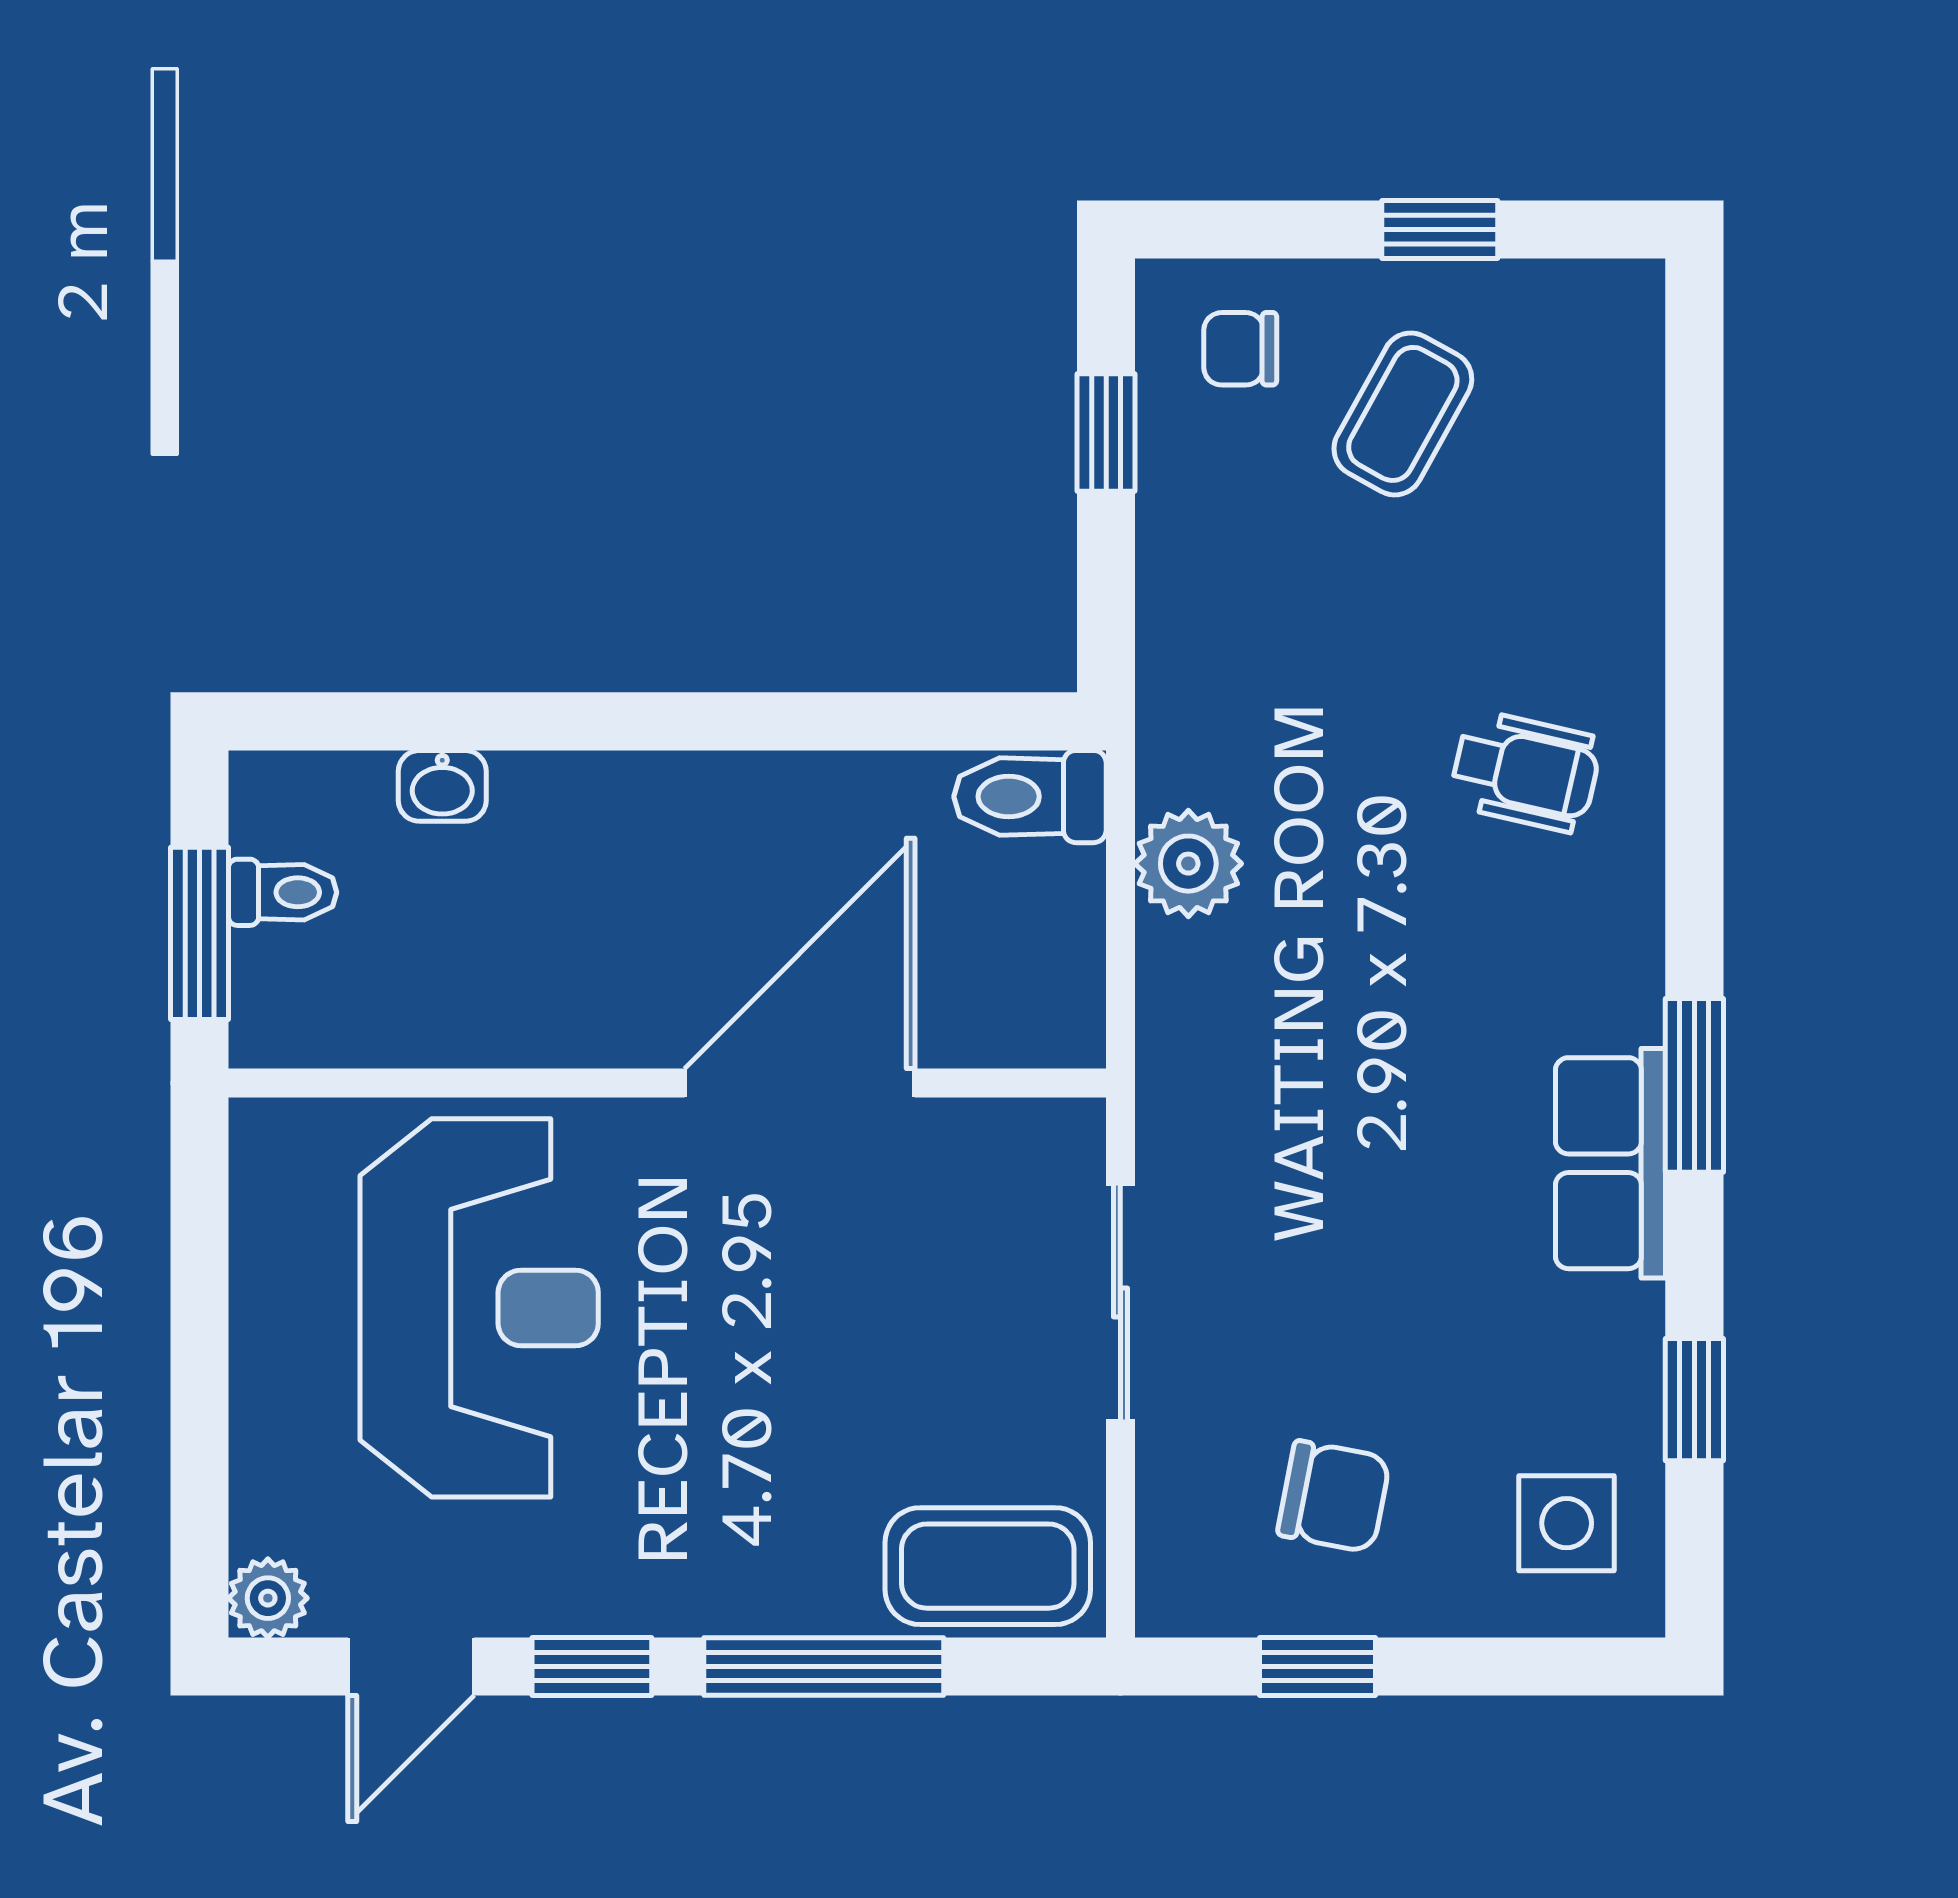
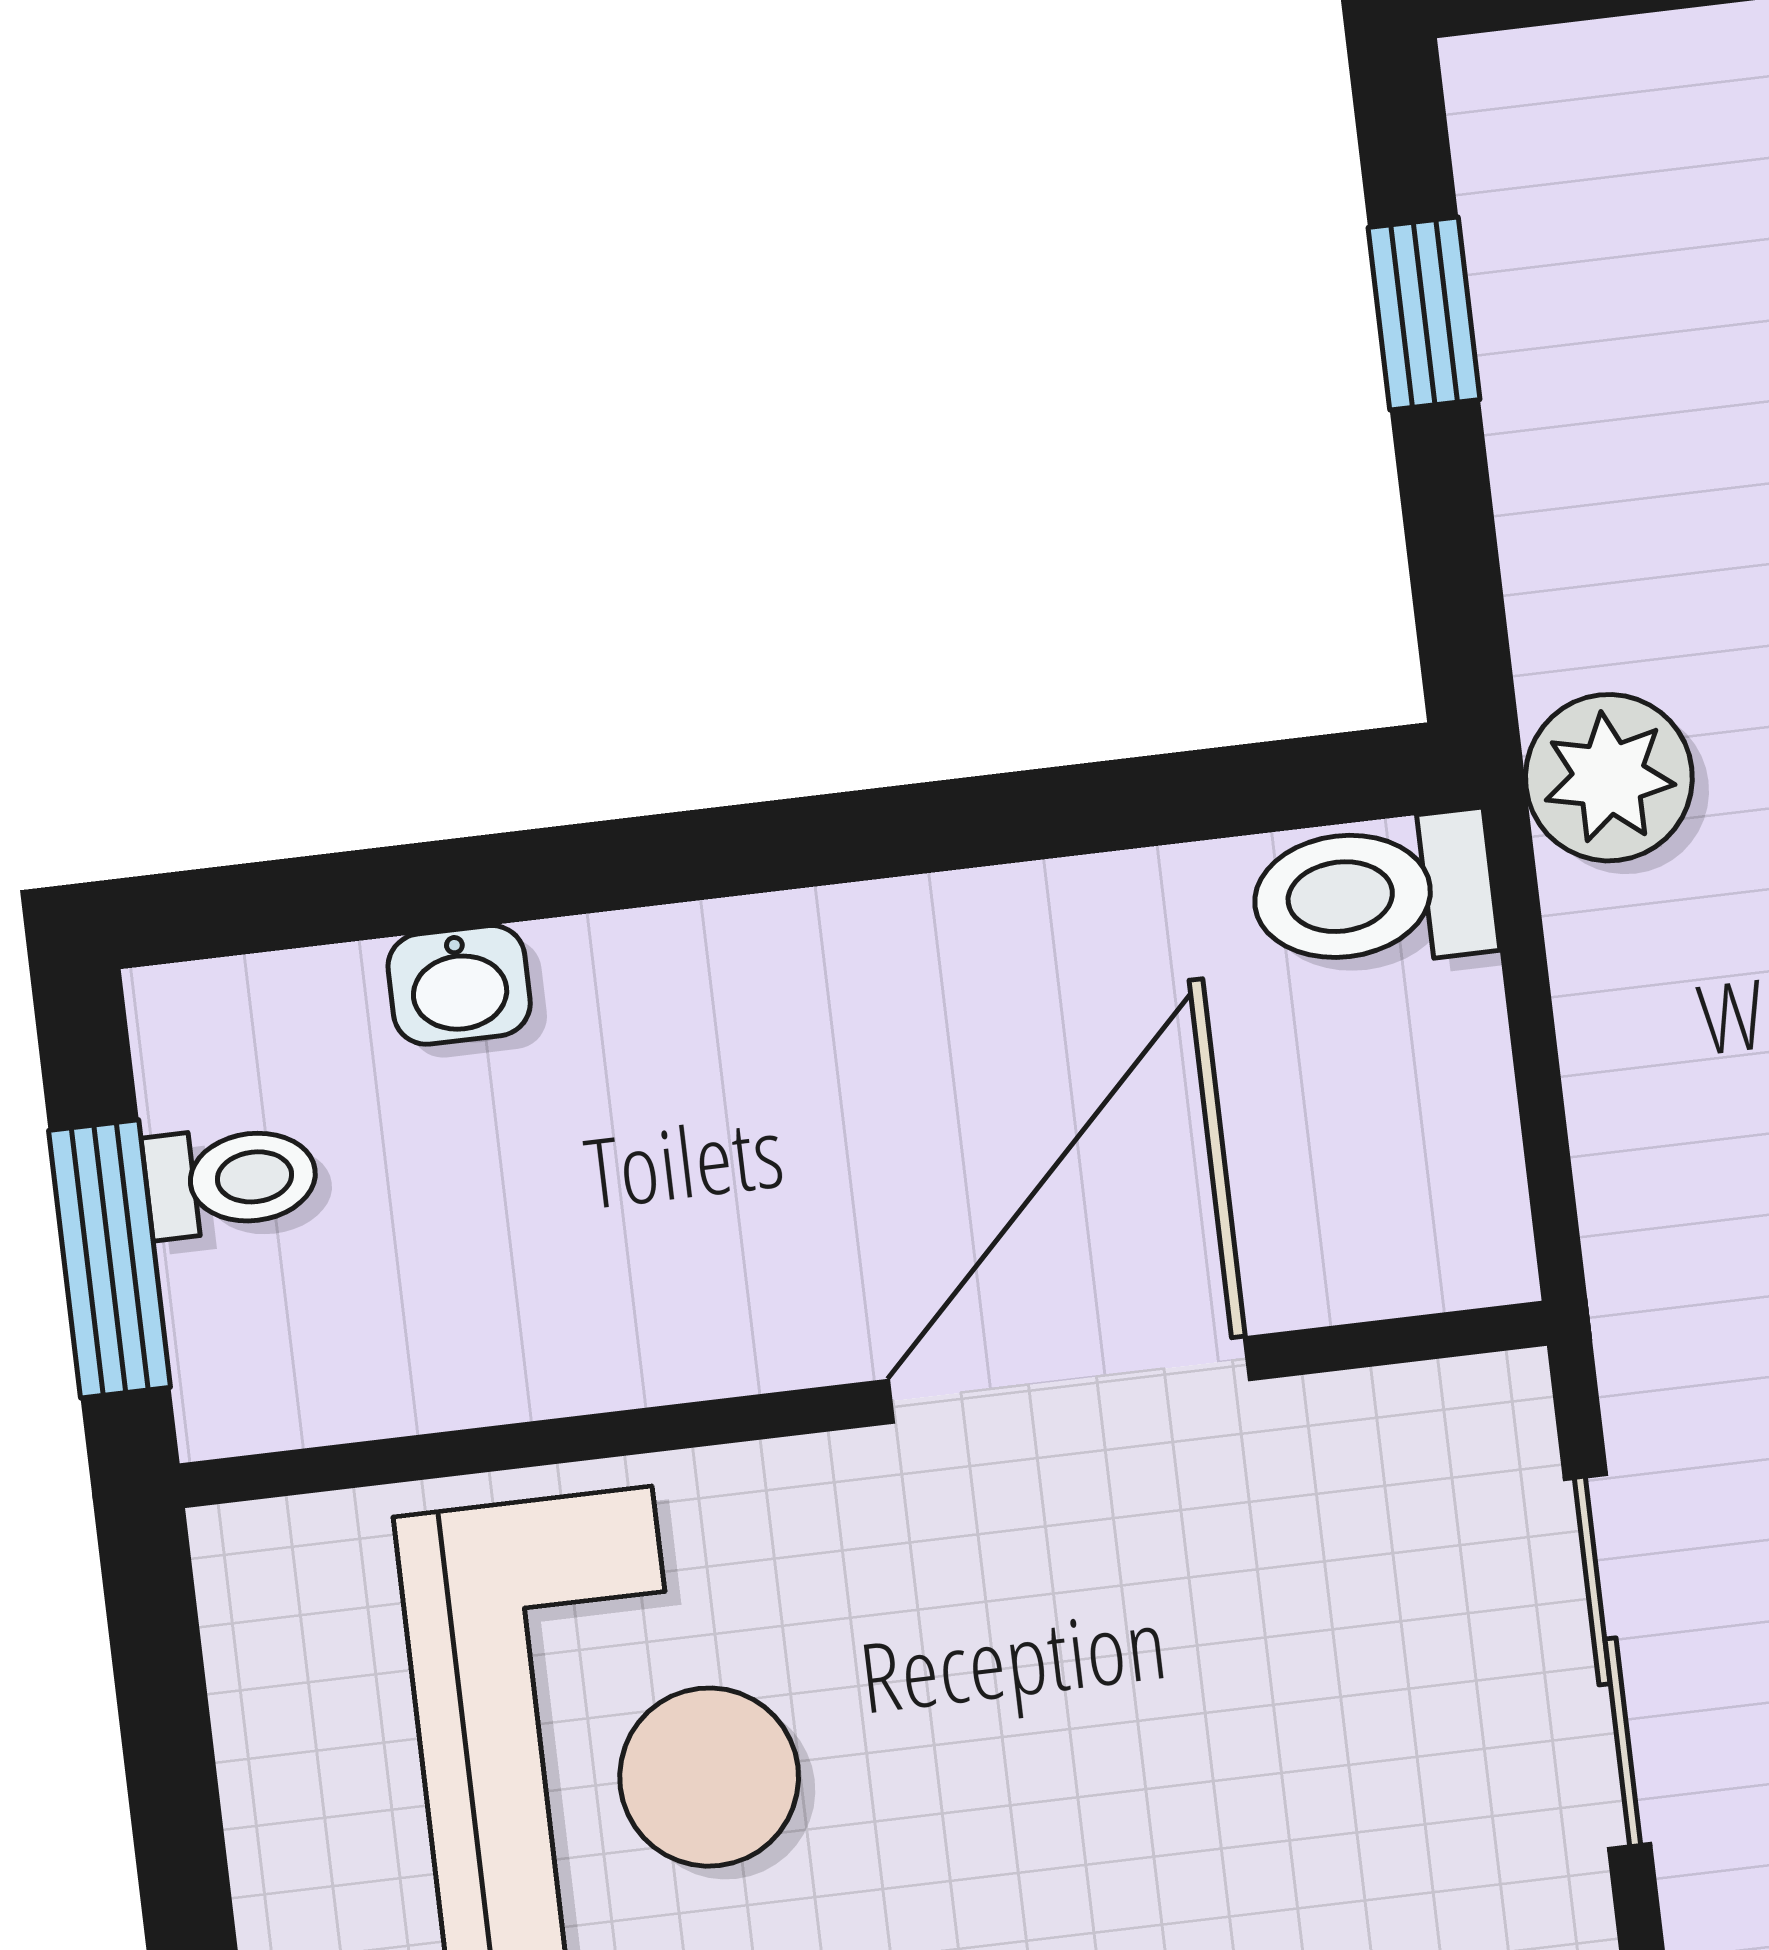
chair: (1240, 349) -> (1617, 159), removed
plant: (1188, 864) -> (1609, 778), moved

